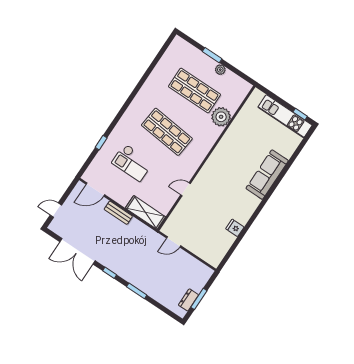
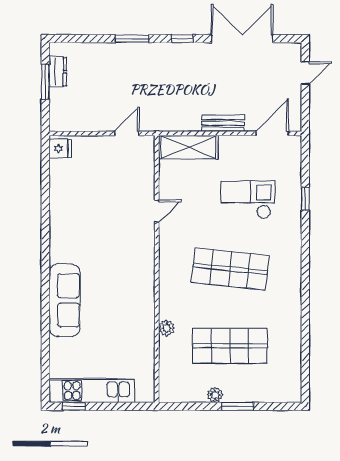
plant: (221, 117) -> (166, 328), width x0.53, depth x0.53
fridge: (235, 228) -> (60, 148), moved

